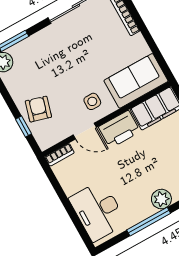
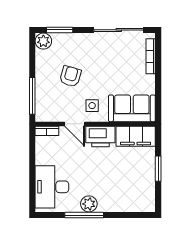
armchair: (38, 109) -> (70, 76), moved
window: (23, 127) -> (32, 96), width x2.17
plant: (161, 199) -> (89, 204), moved

